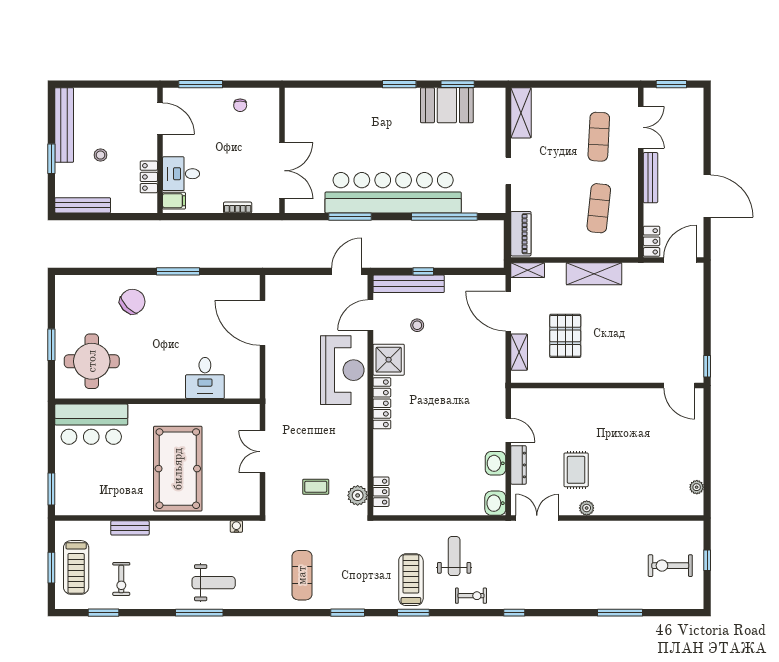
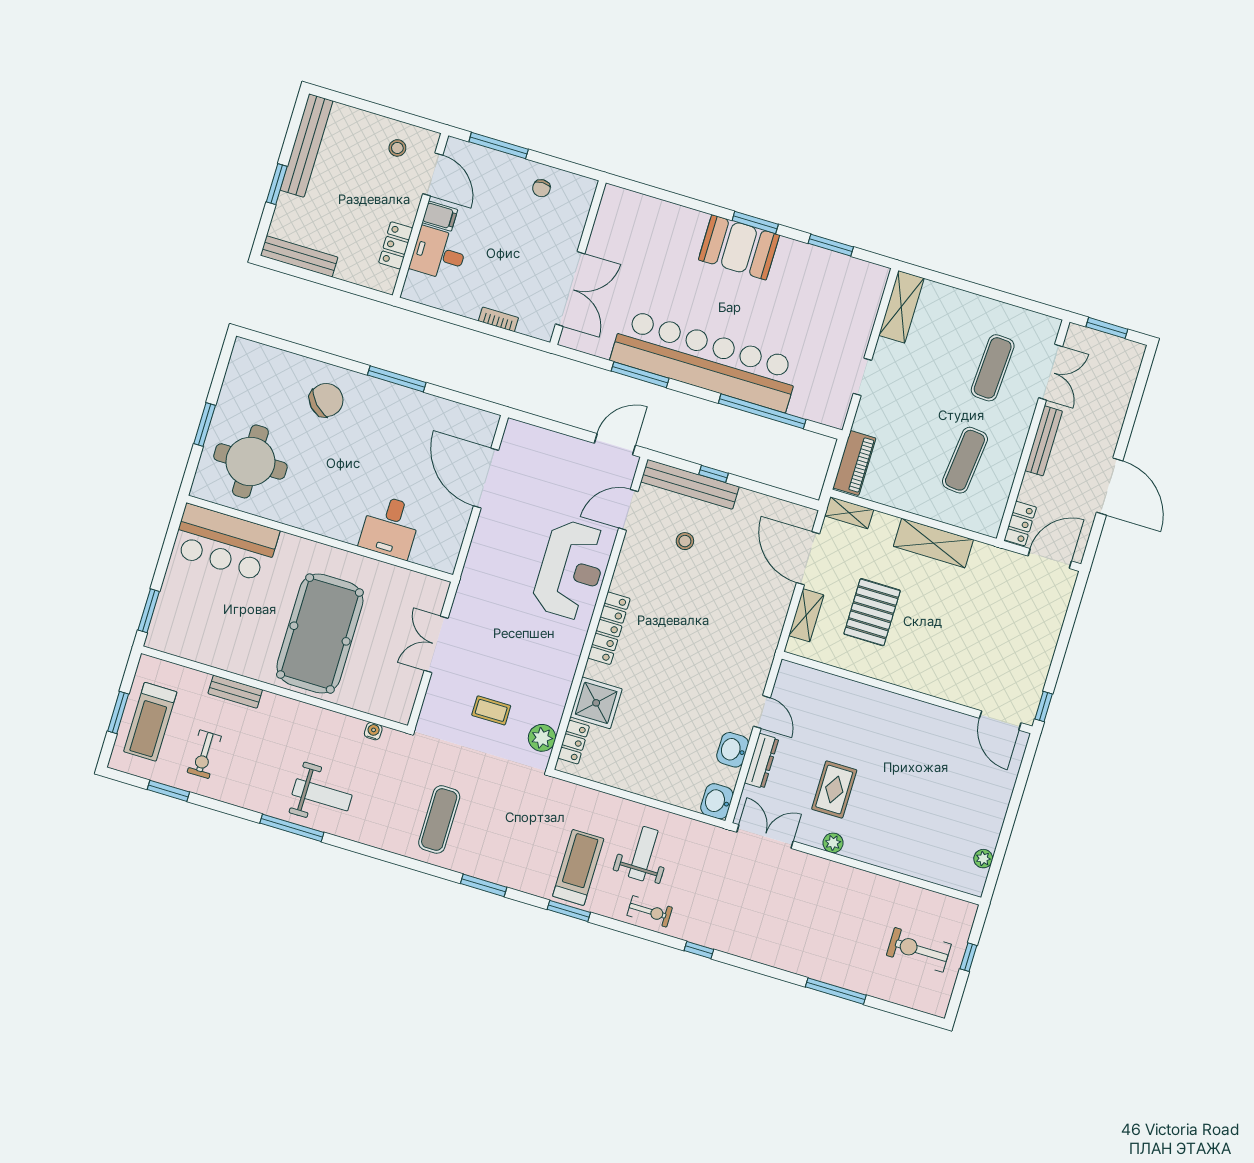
booth: (447, 105) -> (739, 247), moved
stool: (101, 155) -> (397, 148), moved
filing cabinet: (174, 201) -> (440, 216), moved
shower: (389, 360) -> (596, 703), moved

